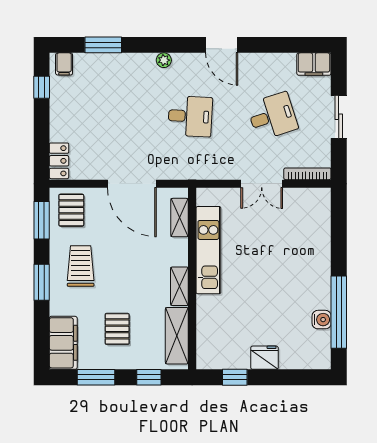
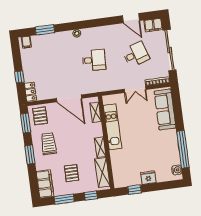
door: (222, 45) -> (131, 18), moved
window: (42, 87) -> (19, 77), moved
sliding door: (339, 117) -> (170, 50), width x1.86
sofa: (315, 230) -> (165, 110), added
water cooler: (322, 320) -> (177, 170), moved

